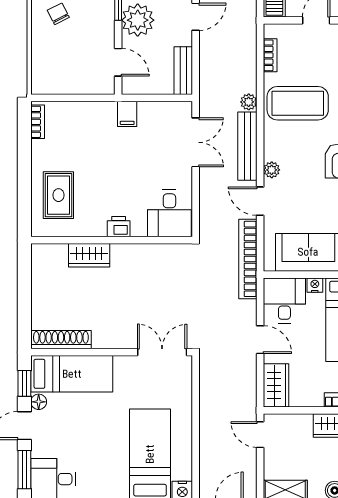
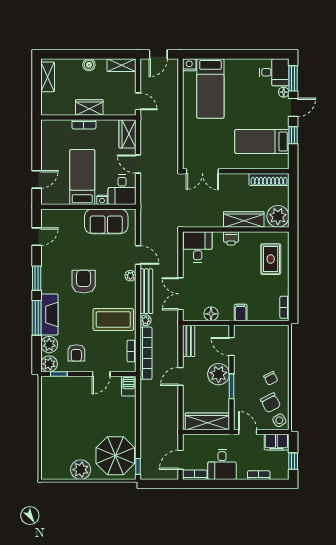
floor lamp: (149, 112) -> (211, 314), added
filing cabinet: (127, 114) -> (241, 312), moved
wardrobe: (89, 255) -> (244, 219), width x1.50
bookcase: (248, 259) -> (146, 353), moved
plant: (47, 260) -> (278, 216), added
shoe rack: (61, 340) -> (269, 180), moved
wall: (112, 352) -> (236, 171), moved
double door: (162, 352) -> (202, 171), moved
floor lamp: (39, 402) -> (284, 92), moved

